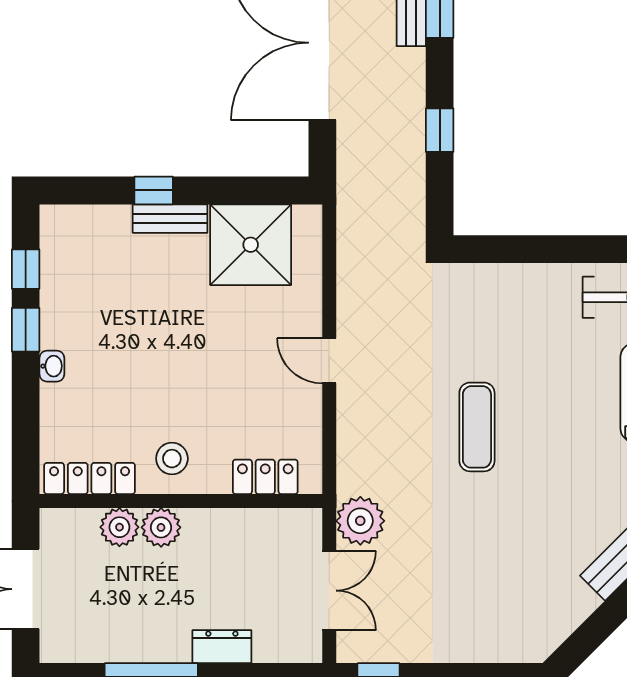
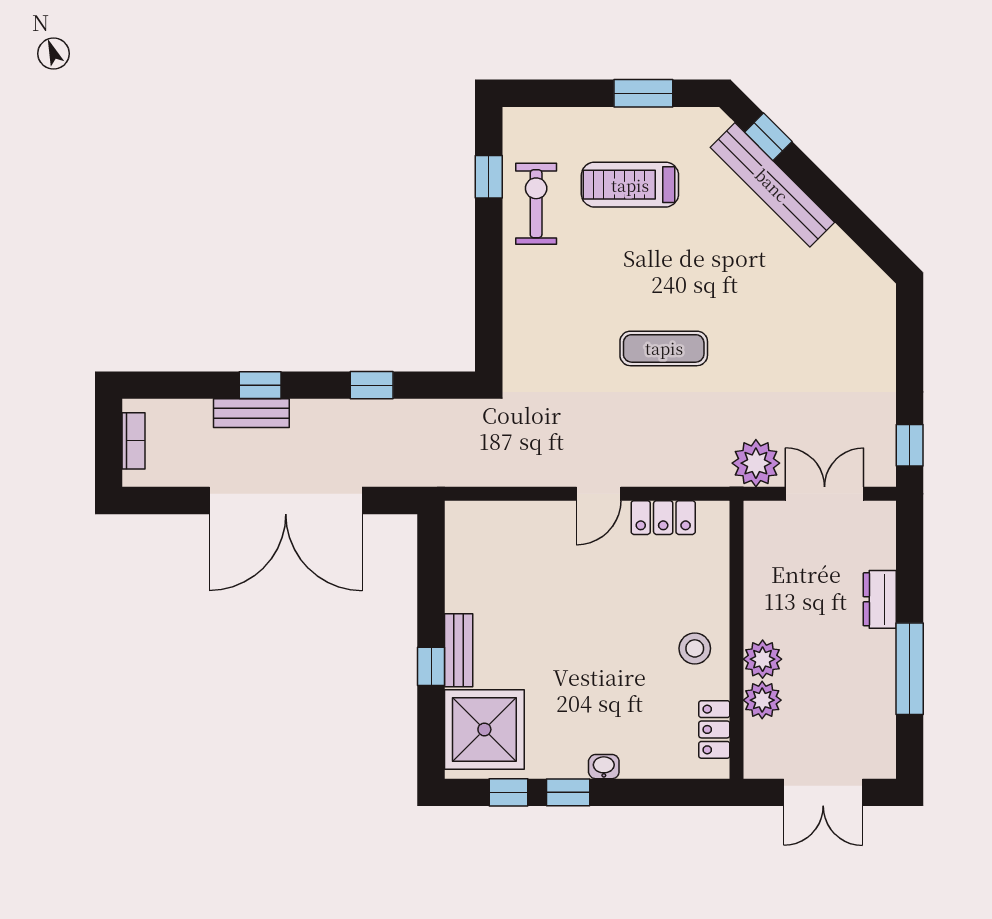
shower: (251, 245) -> (484, 729), moved
locker: (265, 477) -> (663, 518), moved, turned -90
locker: (90, 478) -> (714, 729), width x0.66

